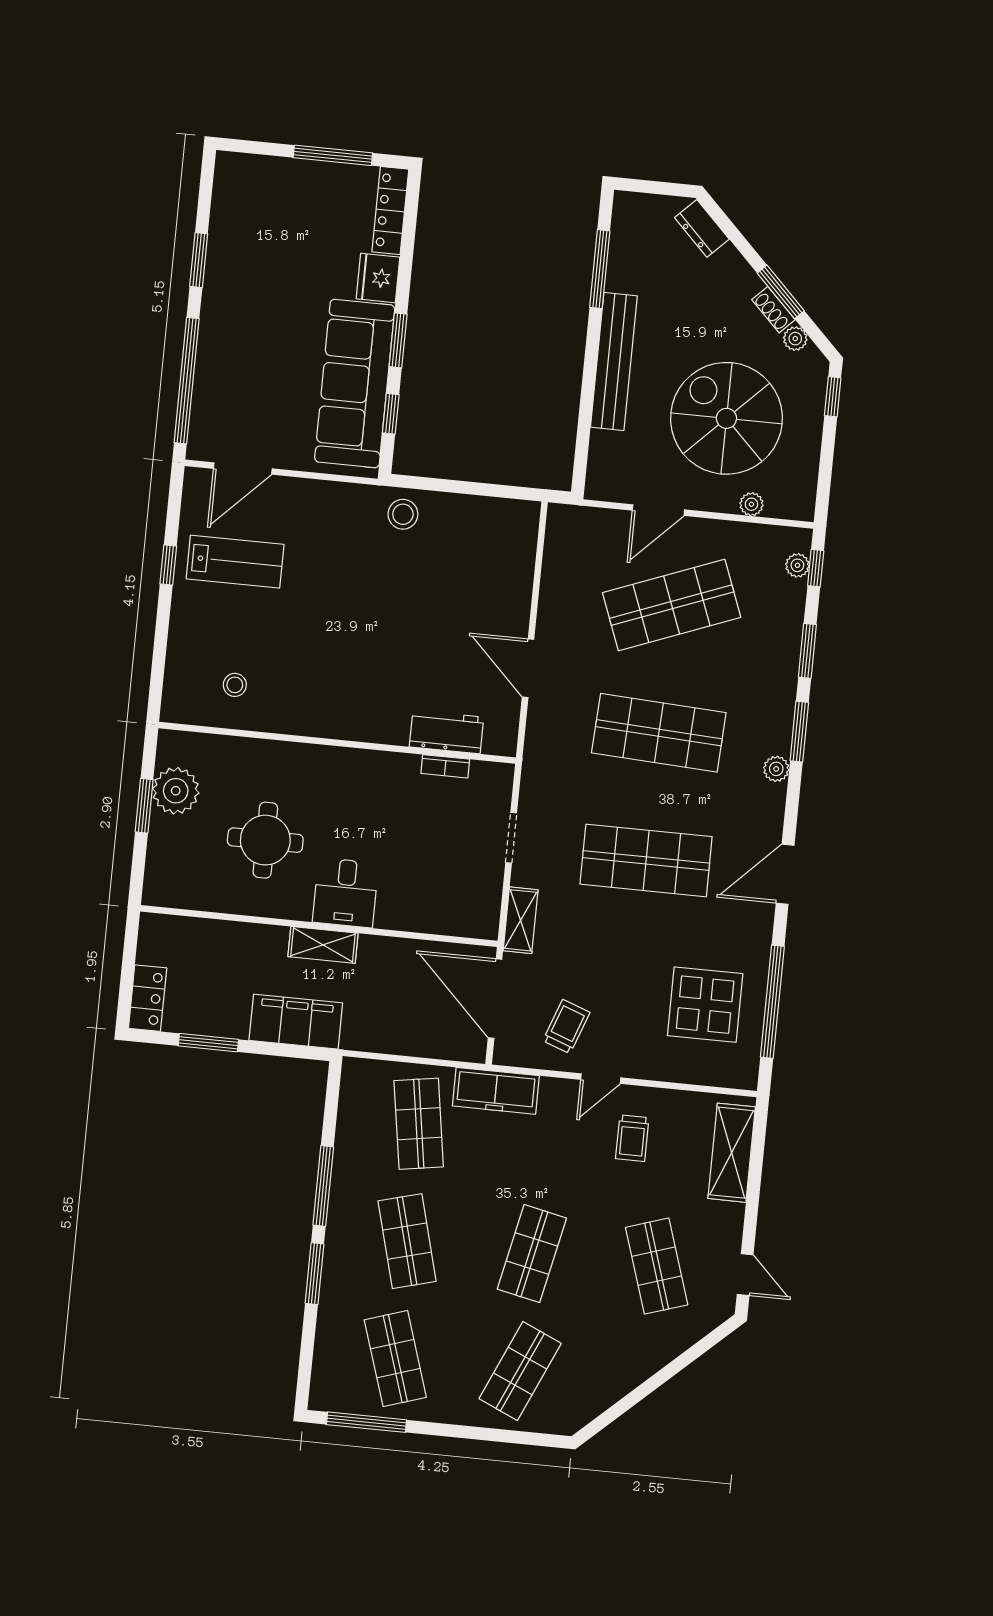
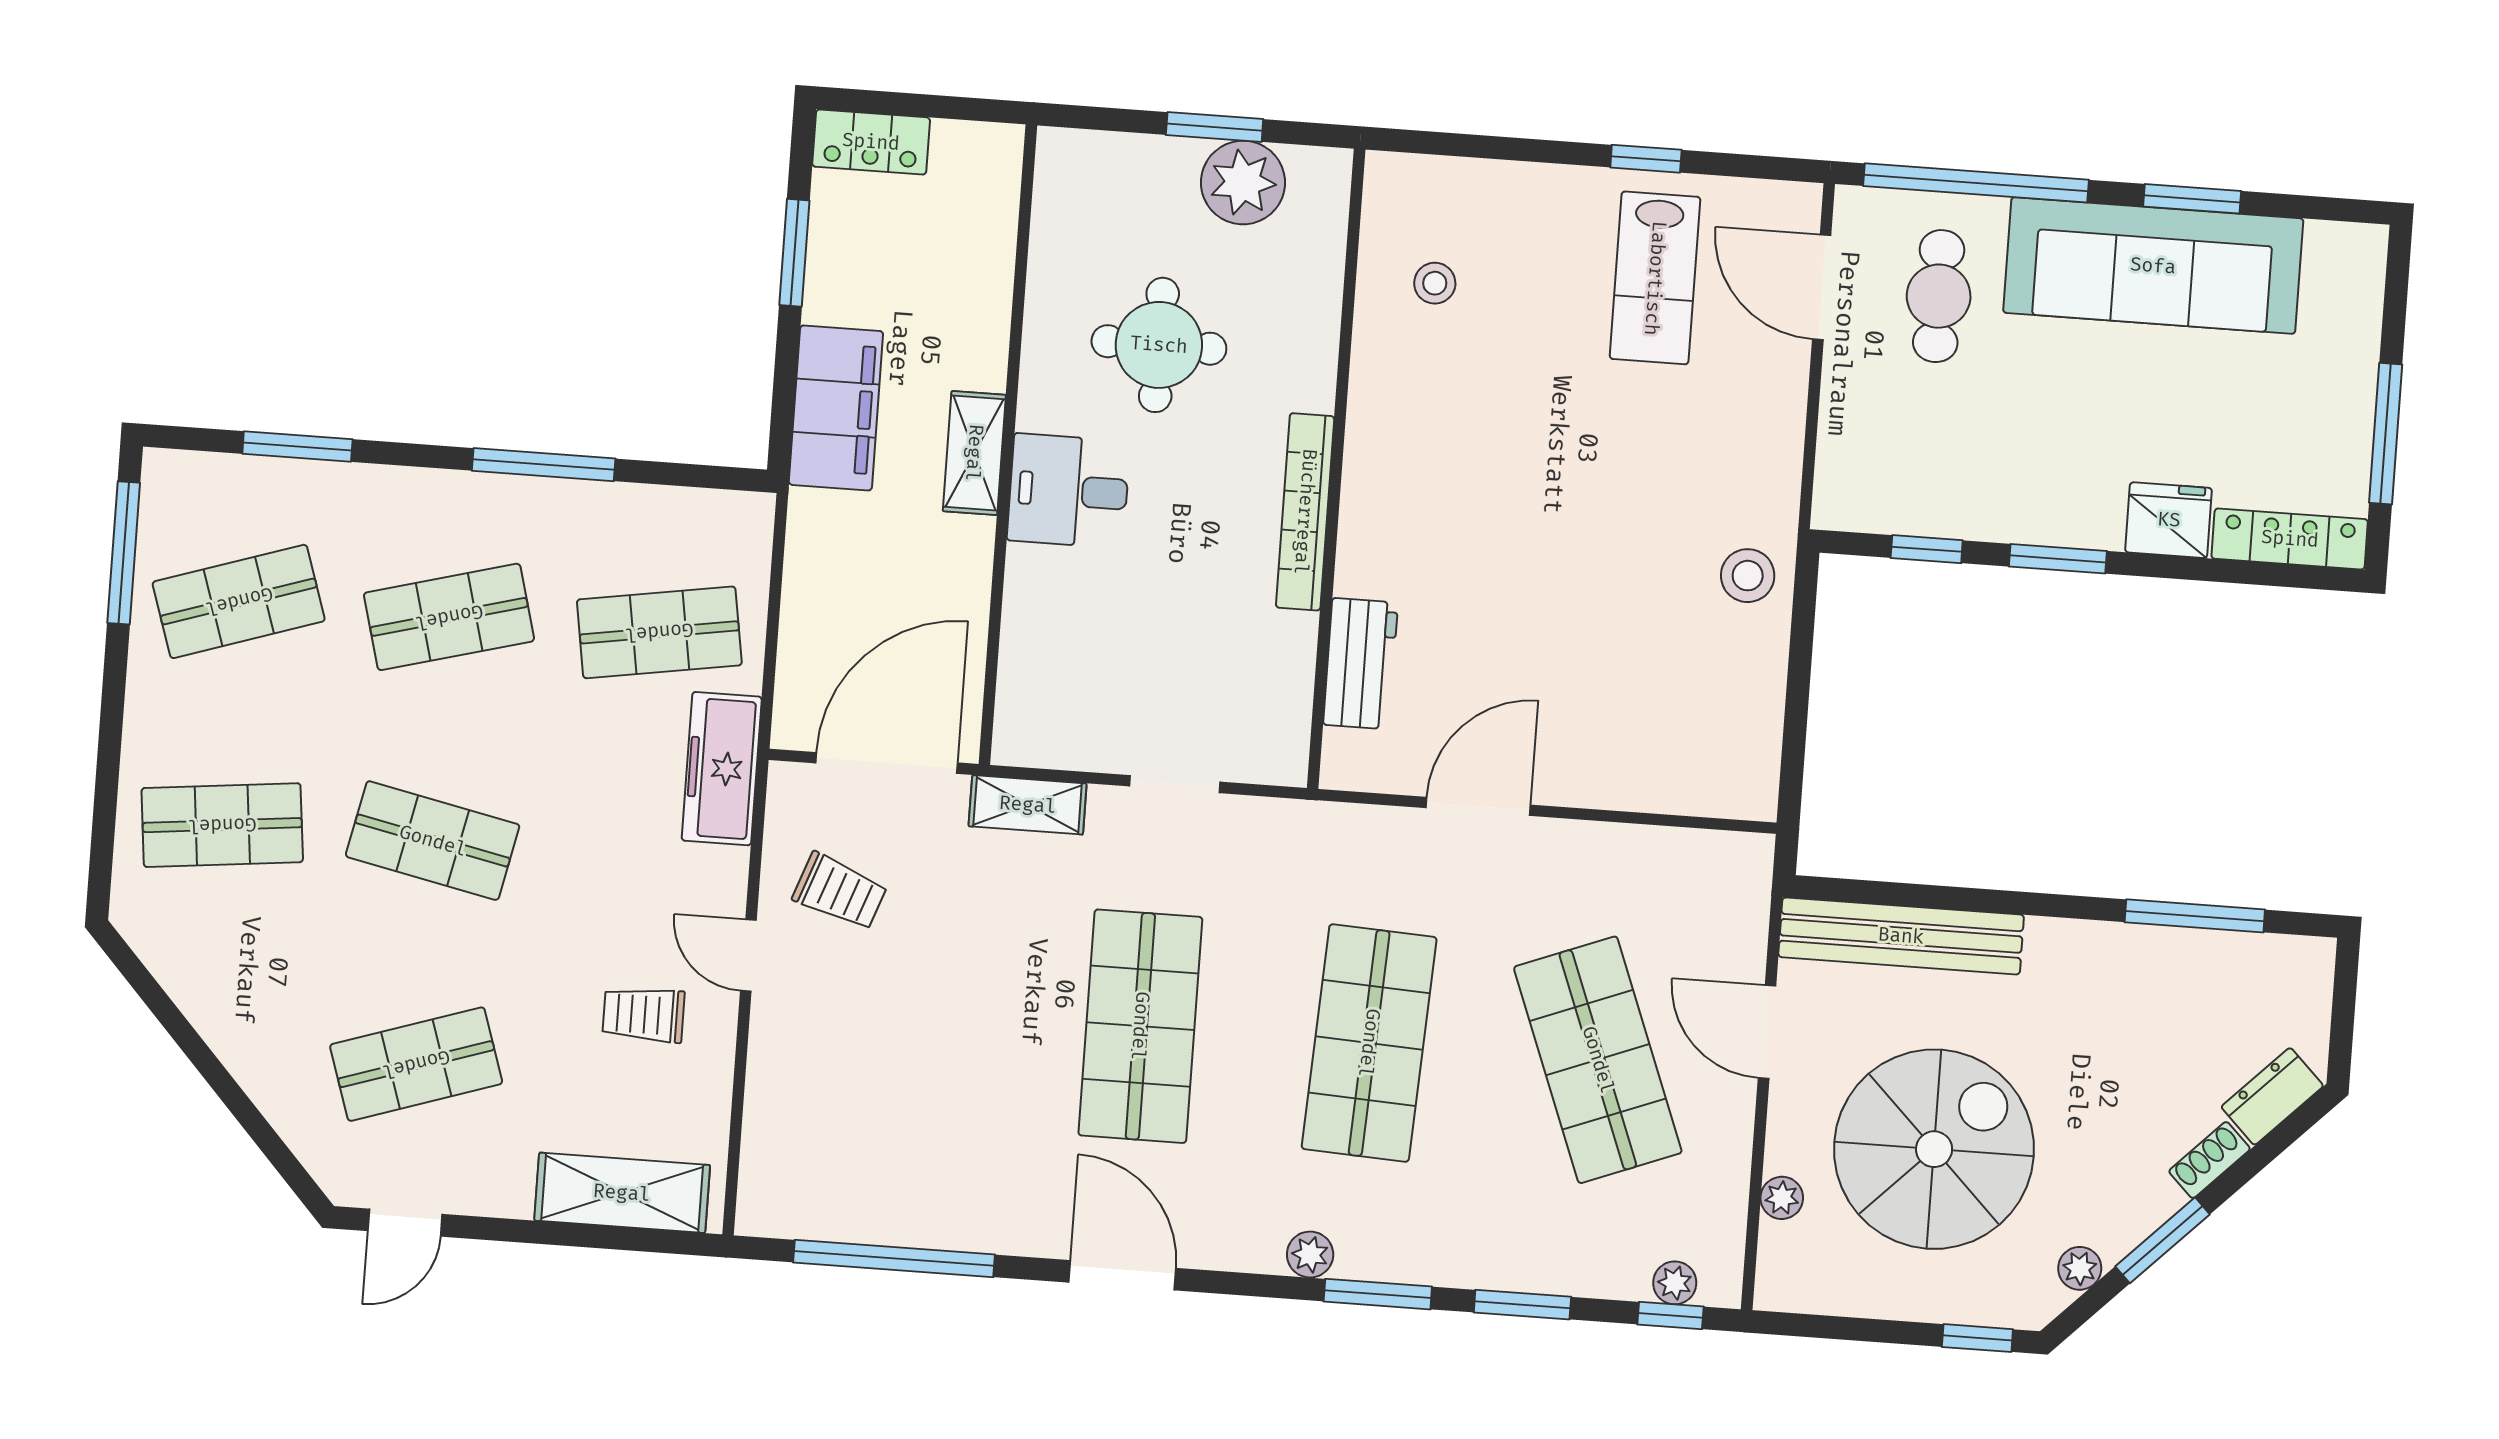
shoe rack: (774, 310) -> (2209, 1160), moved
bench: (614, 361) -> (1901, 936), moved
sofa: (355, 384) -> (2153, 266), moved, turned 180
cafe table: (249, 403) -> (1939, 296), added
bookcase: (445, 766) -> (1305, 512), moved, width x2.31, depth x1.31
display table: (705, 1005) -> (885, 1138), removed
window: (314, 1274) -> (297, 447), moved
shop shelf: (520, 1371) -> (222, 825), turned -30

